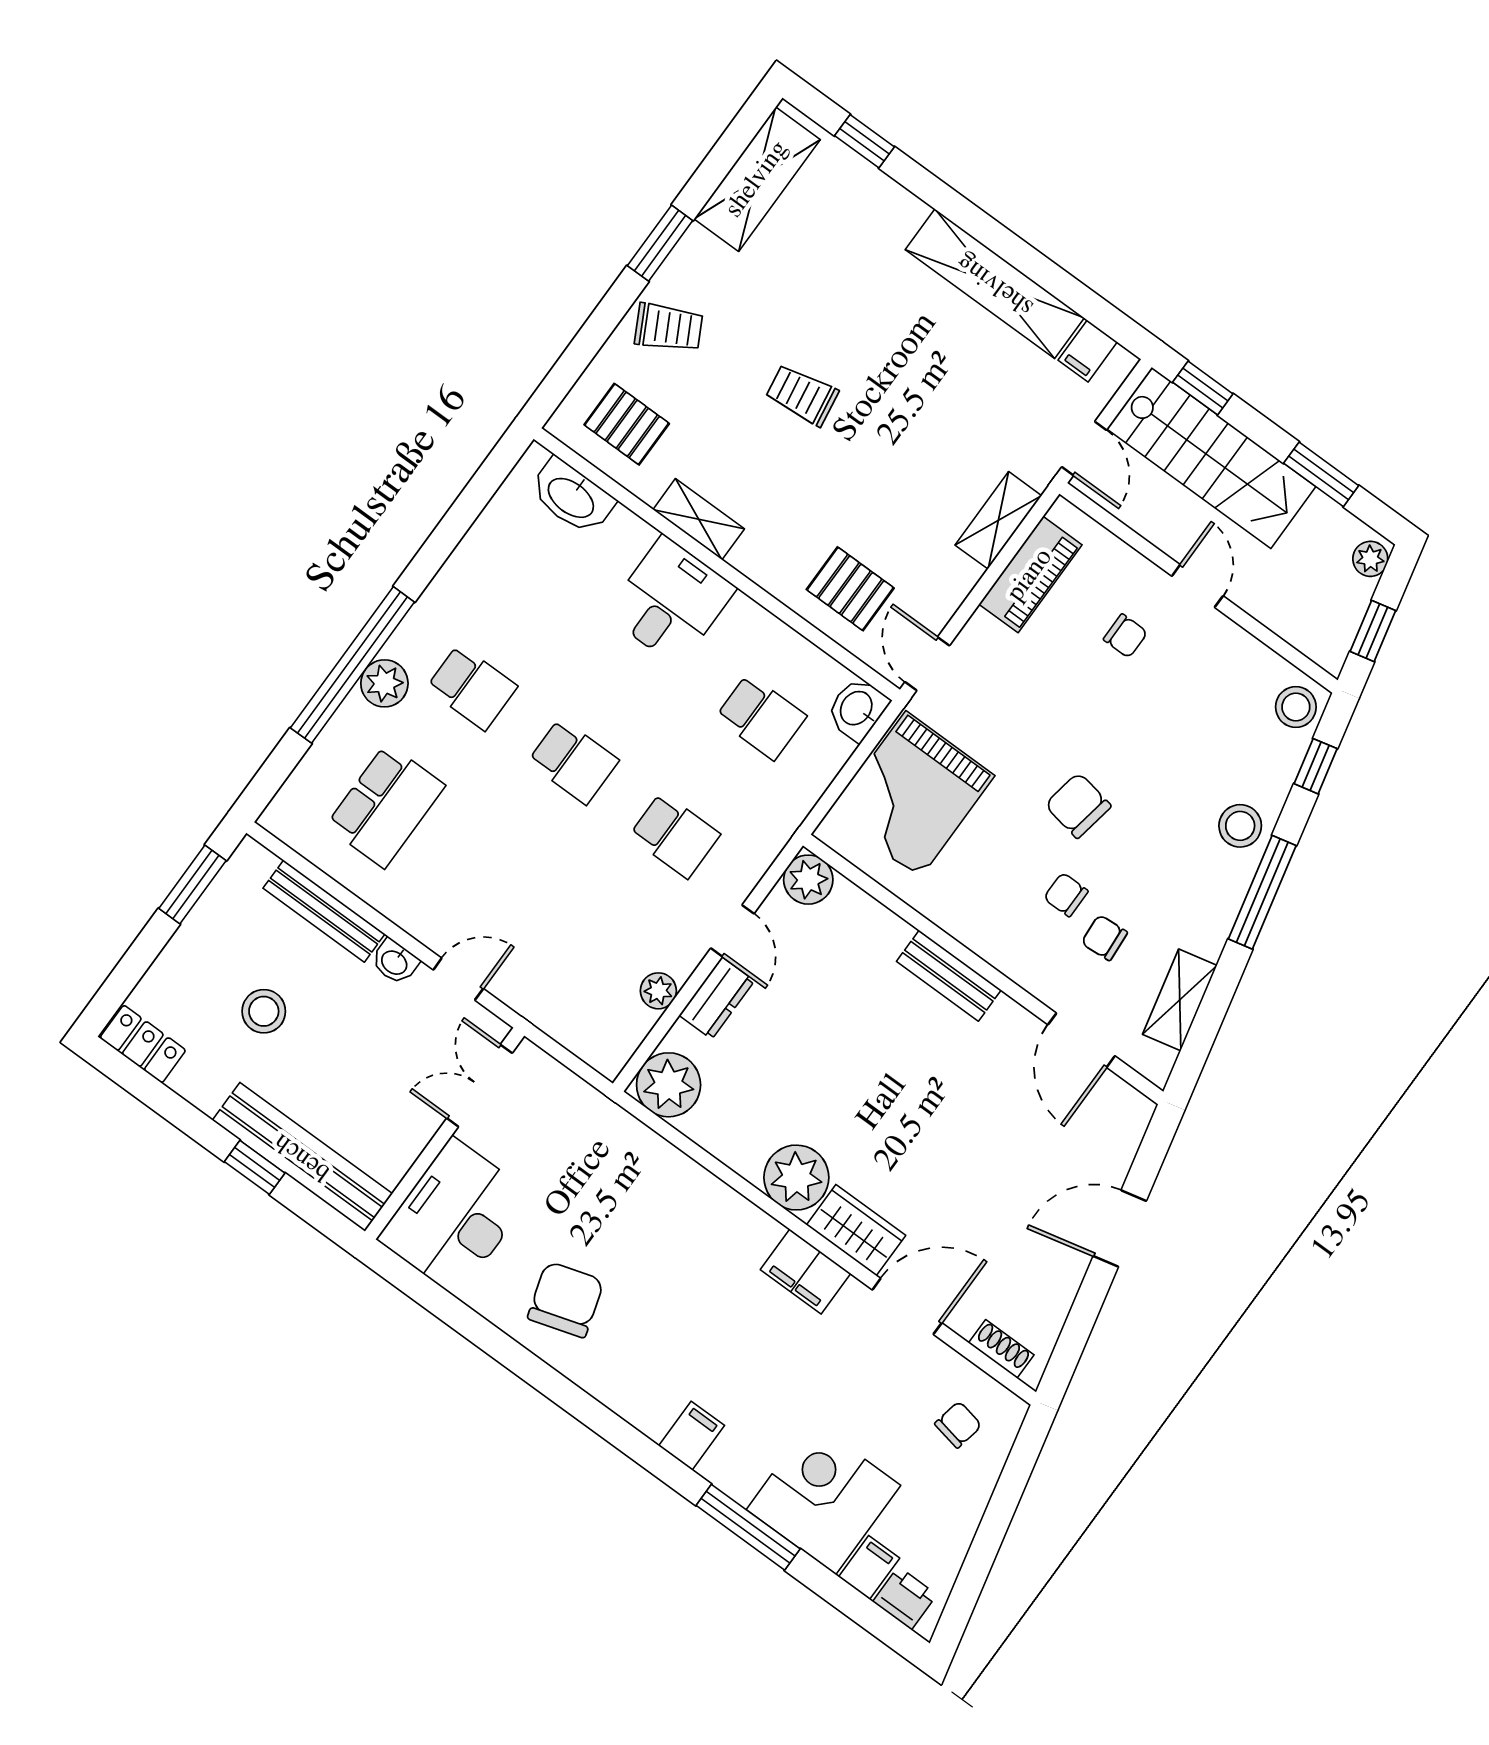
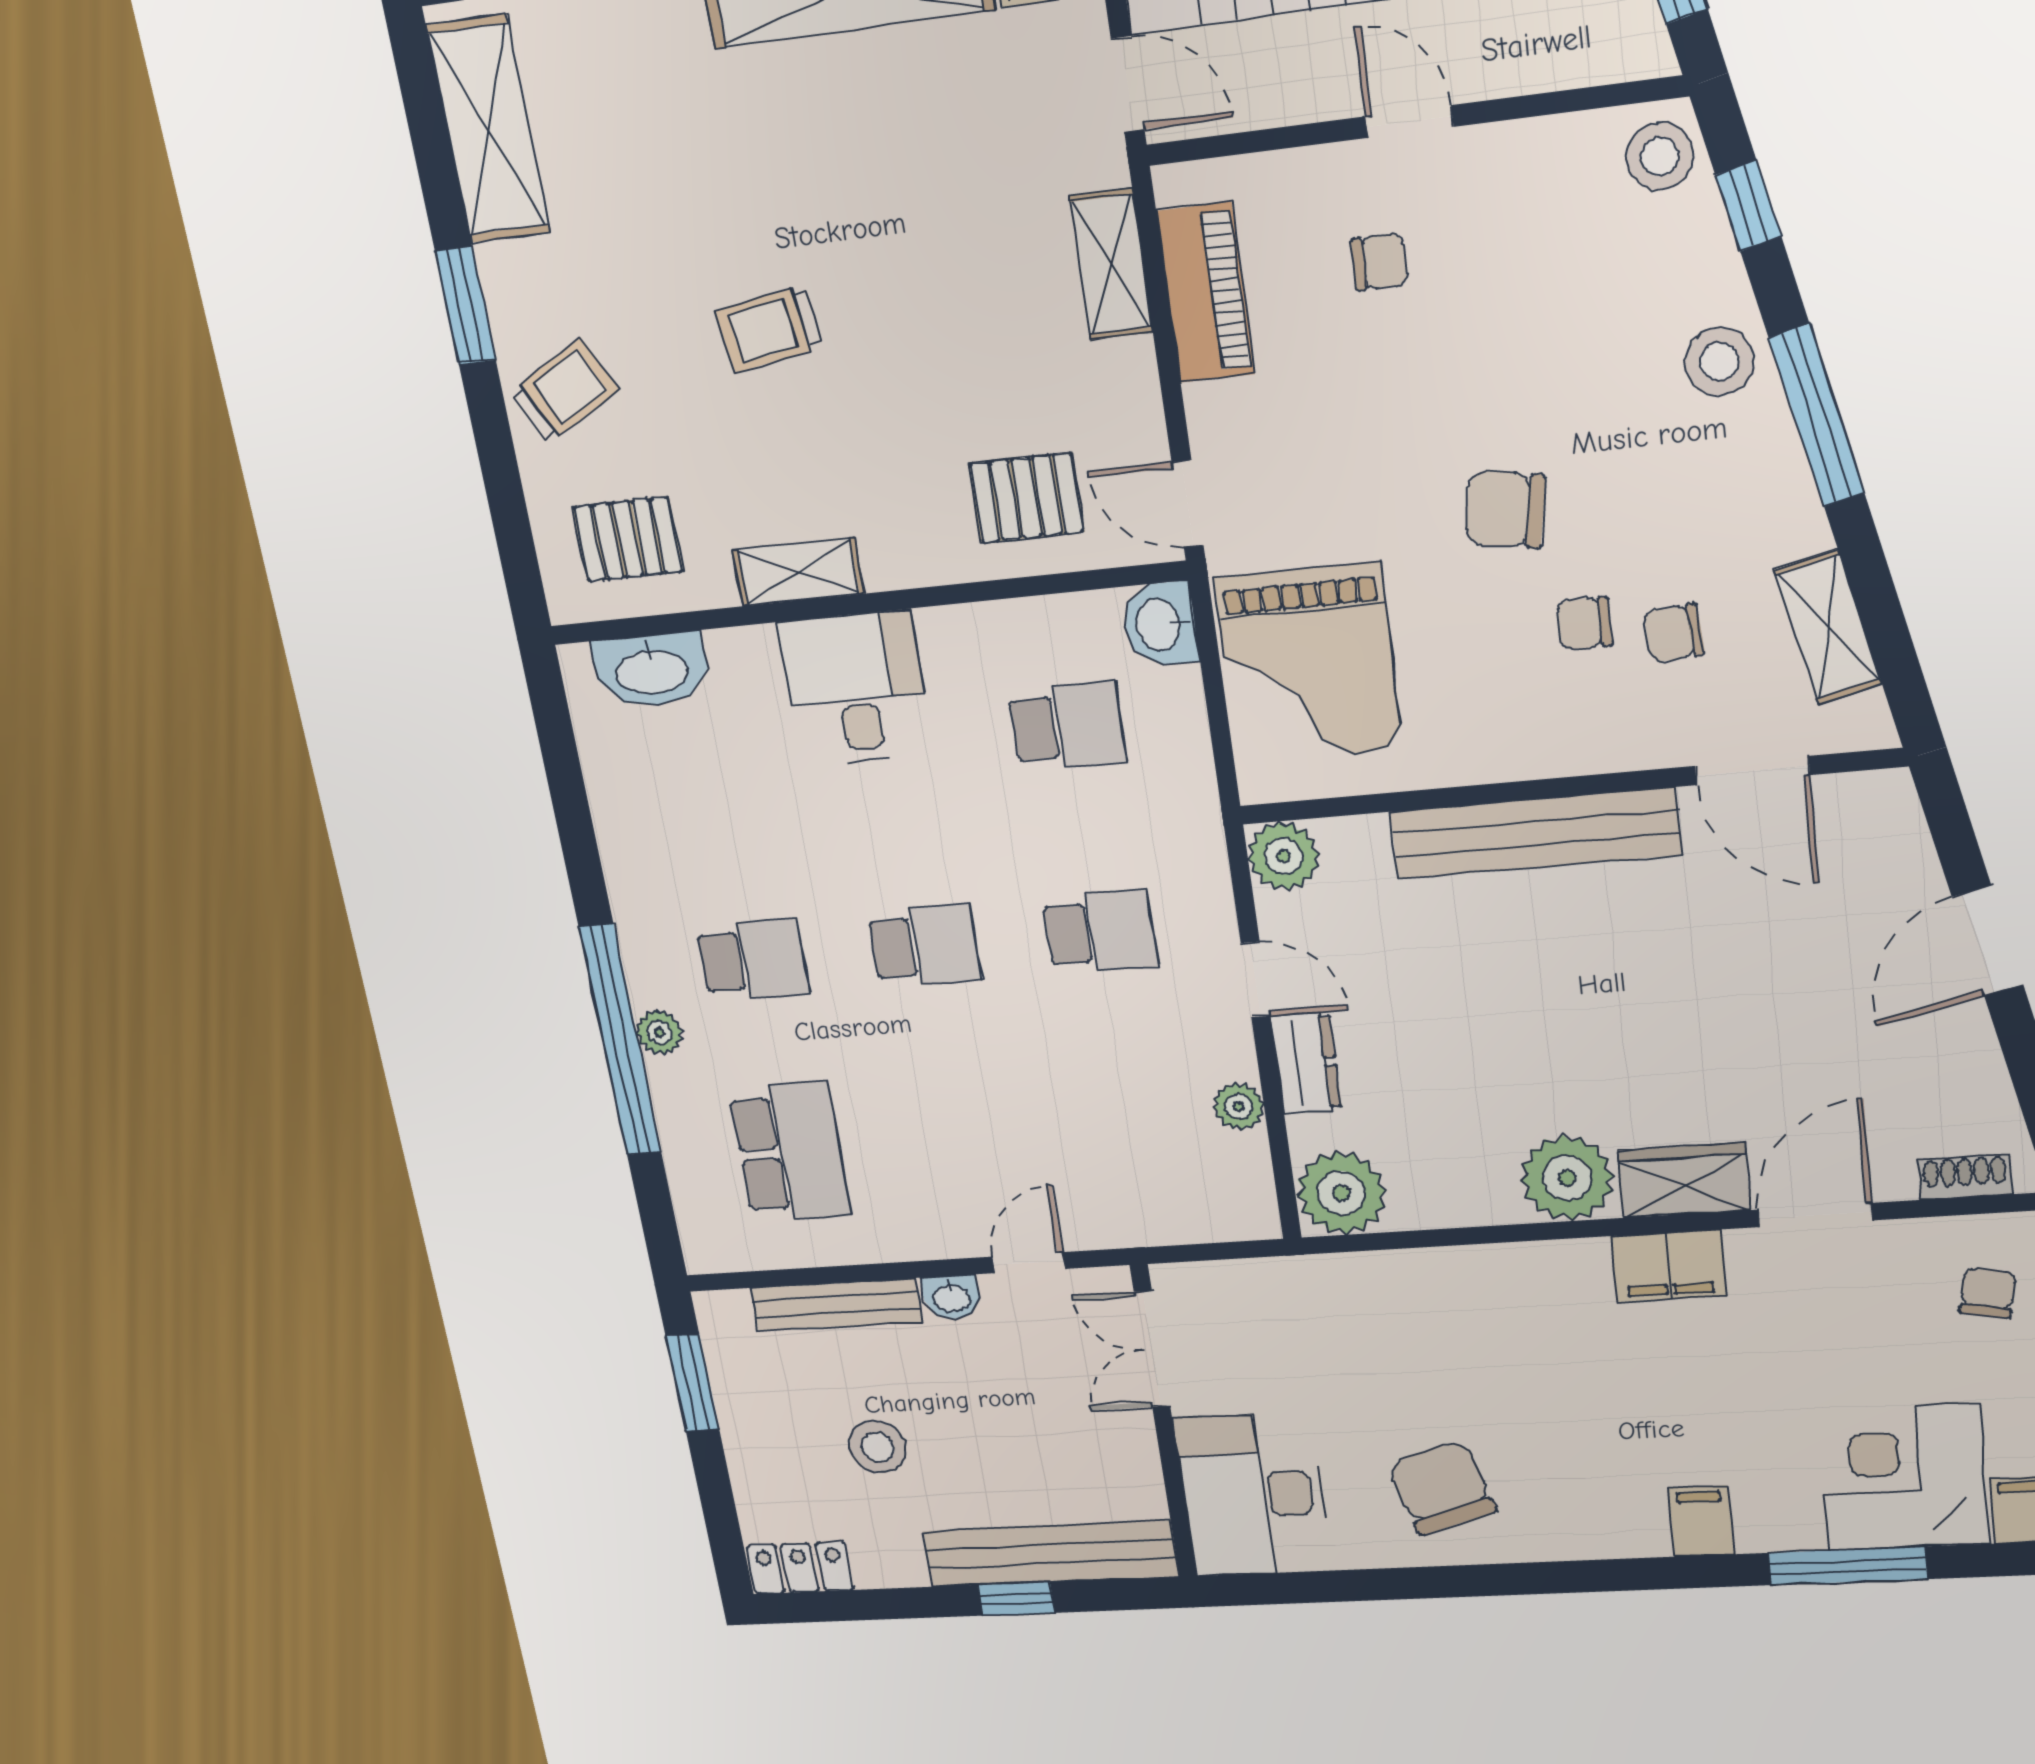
plant: (384, 683) -> (659, 1032), width x0.73, depth x0.73
bench: (949, 976) -> (1535, 833), width x1.86, depth x1.21

